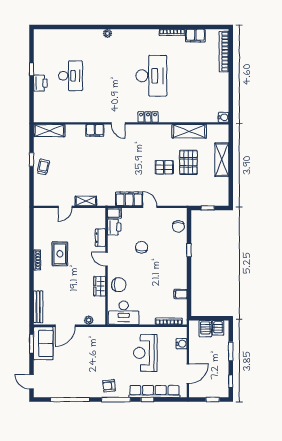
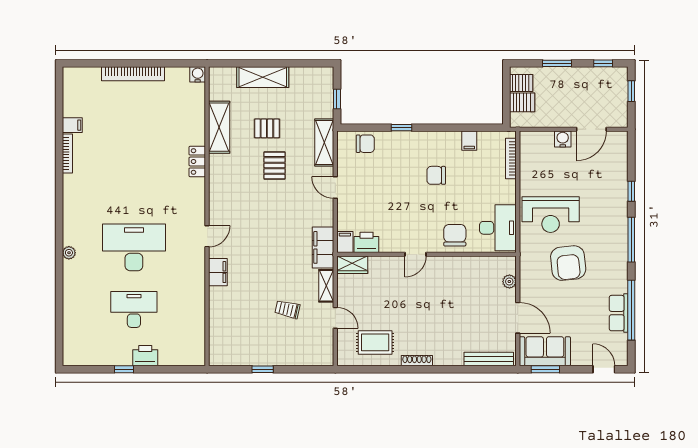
filing cabinet: (195, 36) -> (72, 125), width x0.50
bookcase: (224, 52) -> (133, 74), moved
desk: (151, 76) -> (134, 247), moved
locker: (148, 117) -> (197, 161), moved
shelving: (49, 131) -> (324, 143), moved
pallet: (188, 162) -> (267, 128), width x0.67, depth x0.71
trolley: (43, 167) -> (287, 309), moved
filing cabinet: (129, 199) -> (323, 247), moved
door: (150, 207) -> (335, 188), hinge flipped
dresser: (100, 238) -> (383, 263), removed
chair: (142, 247) -> (436, 175), moved
rug: (60, 254) -> (375, 342), moved
wardrobe: (100, 286) -> (352, 265), moved
water cooler: (181, 344) -> (563, 139), moved
reception desk: (145, 353) -> (551, 215), moved
door: (188, 374) -> (591, 129), swing flipped
door: (32, 382) -> (604, 369), swing flipped
armchair: (109, 386) -> (568, 263), moved, width x1.88, depth x1.88
row of seats: (154, 391) -> (619, 313), moved, width x0.50

